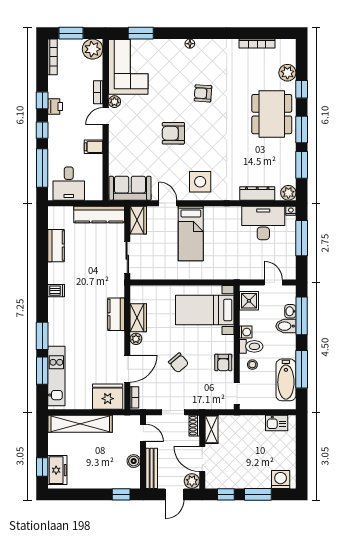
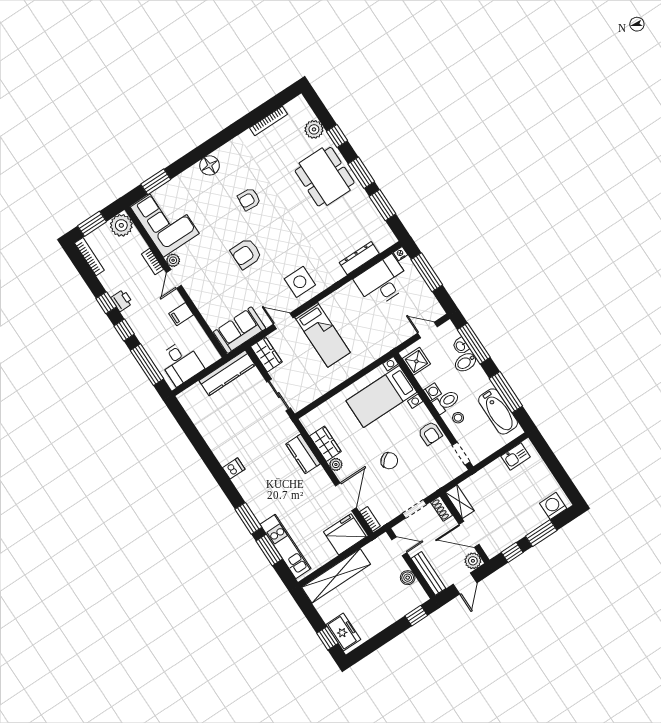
floor lamp: (190, 44) -> (210, 165), width x1.89, depth x1.89
plant: (288, 193) -> (387, 239), removed
kitchen counter: (56, 246) -> (206, 427), removed

